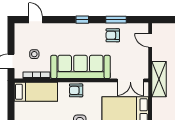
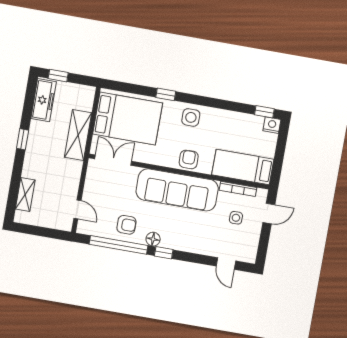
window: (116, 20) -> (119, 245), width x2.11
floor lamp: (92, 28) -> (153, 239), added
shelving: (159, 79) -> (78, 135), moved
armchair: (76, 90) -> (189, 159), turned -91

